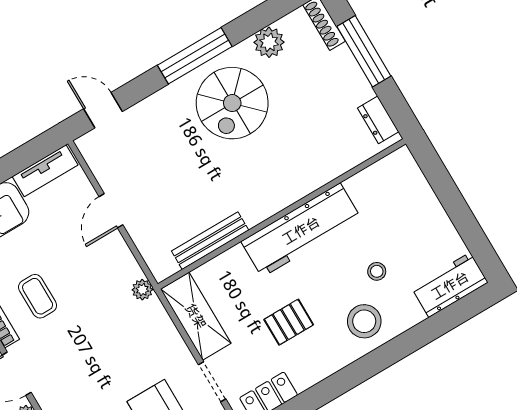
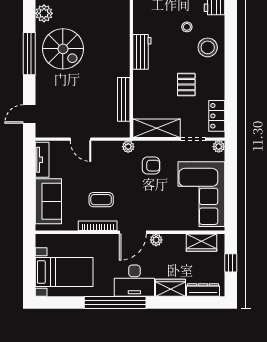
workbench: (301, 230) -> (142, 52), width x0.53, depth x0.76
armchair: (134, 341) -> (151, 166), added

